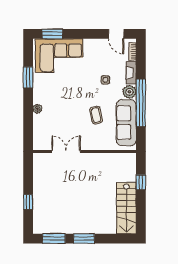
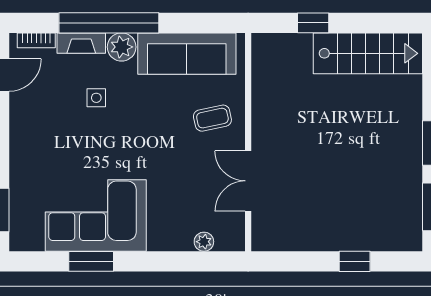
corner sofa: (59, 56) -> (96, 215), moved, turned -90
window: (141, 103) -> (109, 23), moved
plant: (37, 109) -> (204, 242), moved
coffee table: (96, 115) -> (212, 118), moved

